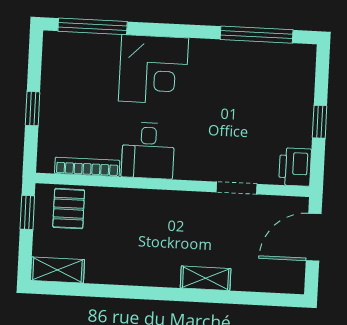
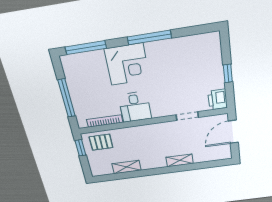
window: (257, 35) -> (149, 38), moved
window: (33, 109) -> (67, 98), width x2.17
pallet: (69, 209) -> (101, 142), turned 90
shelving: (57, 270) -> (126, 167), moved

